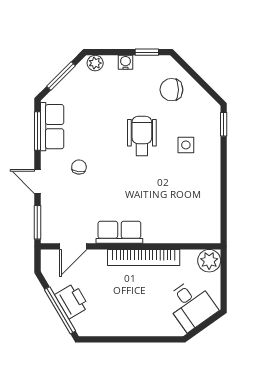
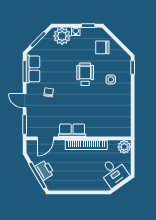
plant: (95, 63) -> (62, 36), width x1.87, depth x1.87

